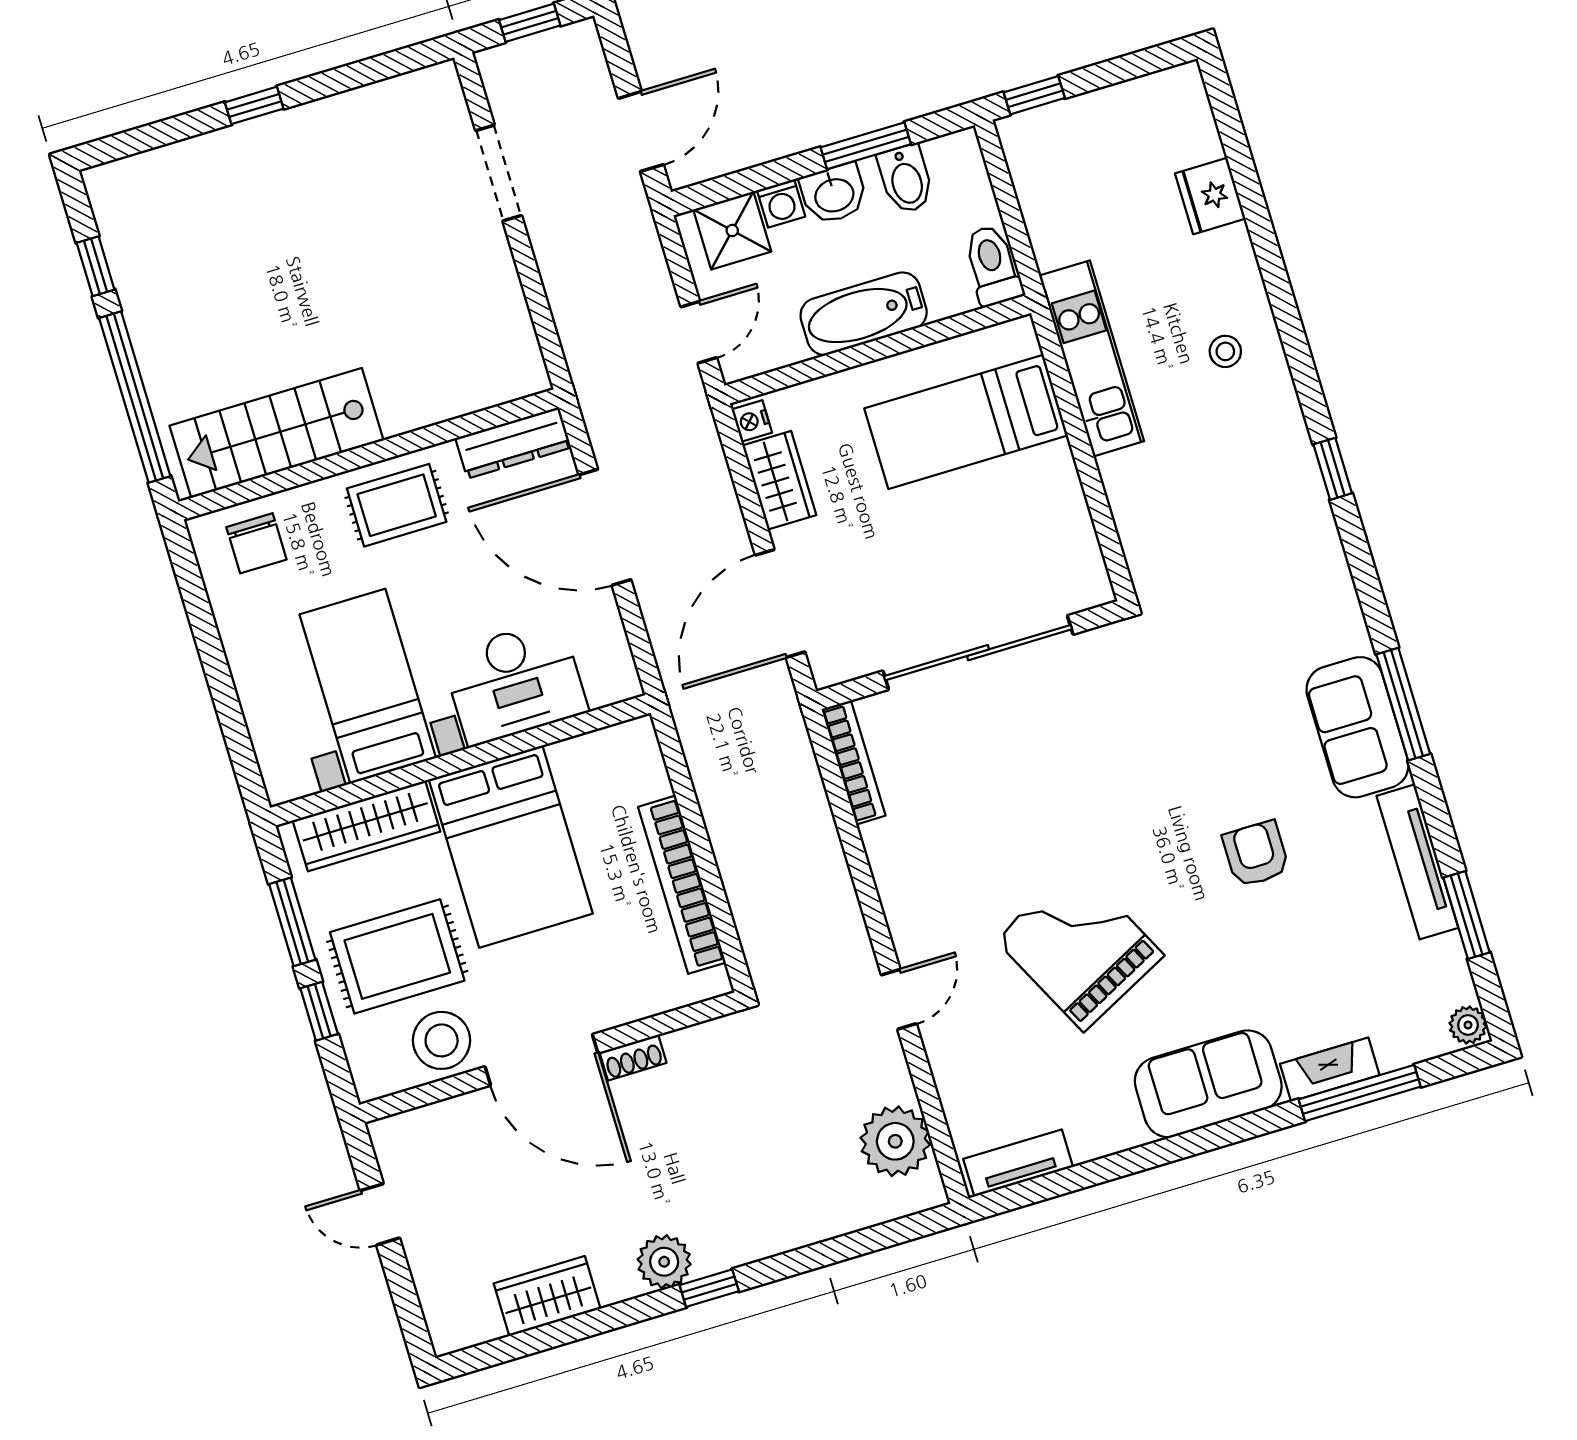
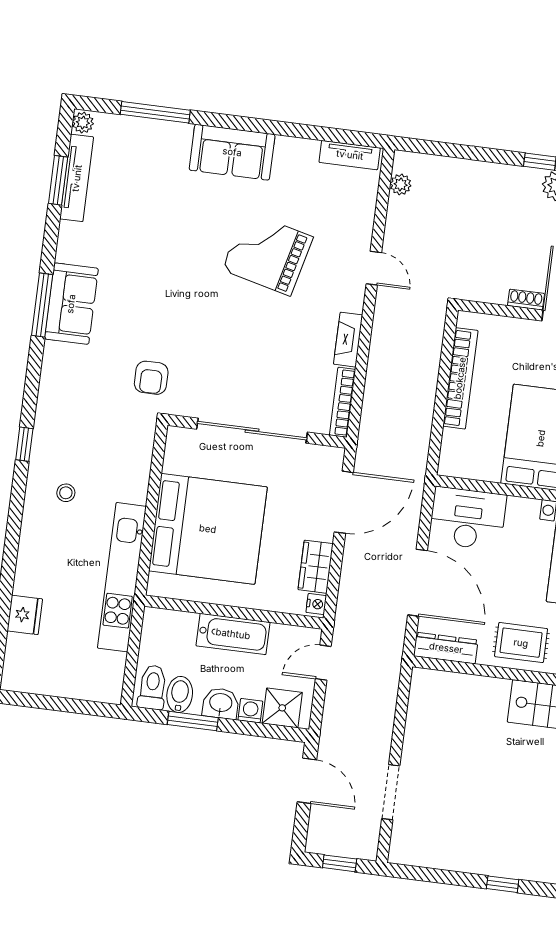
window: (1034, 95) -> (93, 708), removed
door: (641, 131) -> (307, 781), swing flipped
toilet: (993, 265) -> (152, 687), moved, turned 180
stool: (1225, 351) -> (66, 493), moved
kitchen unit: (1092, 358) -> (122, 577), width x1.36
bed: (966, 422) -> (208, 529), width x2.04
desk: (515, 682) -> (468, 518), moved
armchair: (1256, 854) -> (151, 378), moved
tv unit: (1417, 862) -> (77, 178), moved
grand piano: (1079, 947) -> (267, 253), turned 131
door: (899, 999) -> (374, 268), swing flipped
fireplace: (1330, 1069) -> (348, 340), moved, turned 90
plant: (895, 1141) -> (401, 184), width x0.53, depth x0.53

